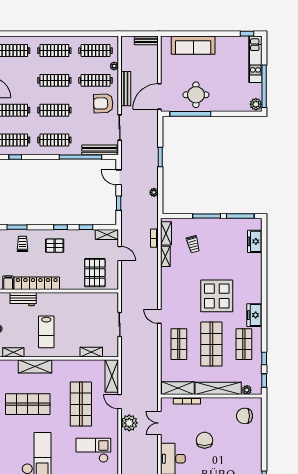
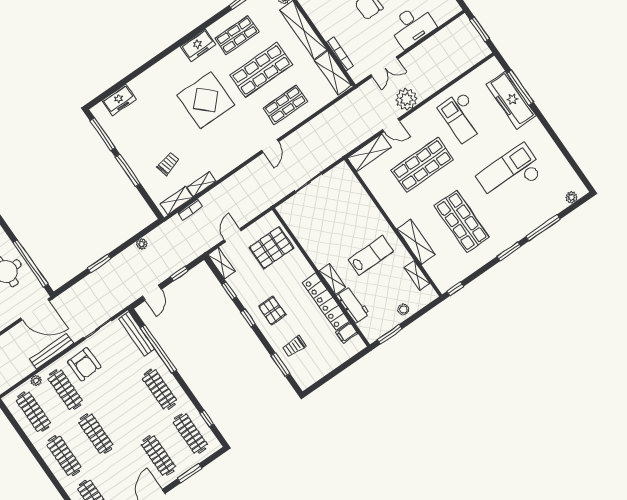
clothes rail: (54, 110) -> (128, 412), removed
shelving: (91, 352) -> (332, 279), moved
door: (120, 402) -> (391, 125), hinge flipped

